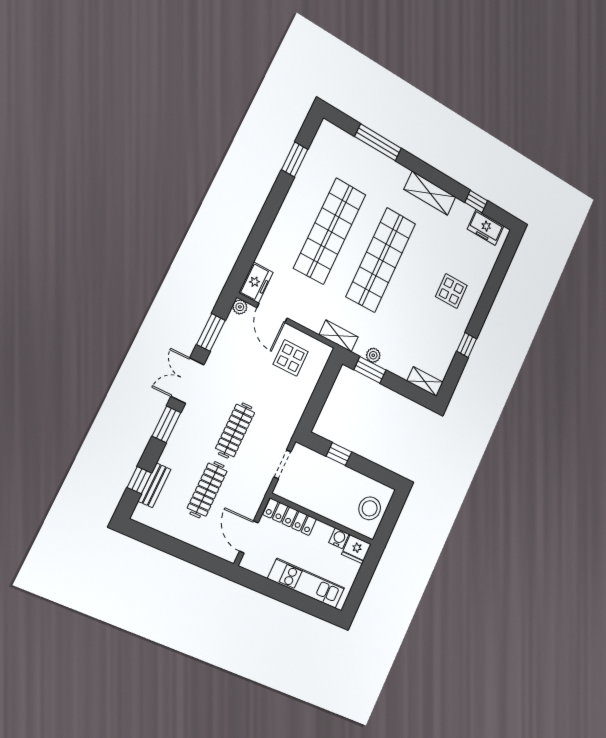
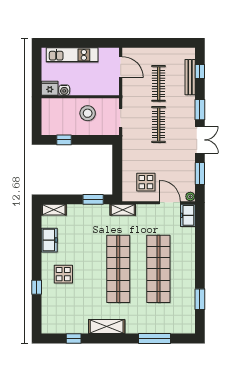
freezer: (486, 227) -> (49, 240), moved, turned 90
window: (467, 345) -> (37, 287), moved
plant: (373, 355) -> (95, 209), removed
window: (339, 454) -> (64, 140), moved
bench: (154, 485) -> (190, 77), width x1.36
stool: (370, 508) -> (88, 113), moved
locker: (290, 517) -> (101, 89), removed

